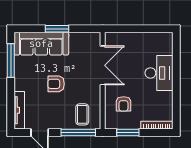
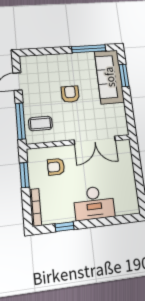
window: (57, 29) -> (124, 75), moved
window: (176, 101) -> (65, 227), added
tv unit: (19, 110) -> (39, 60), removed

